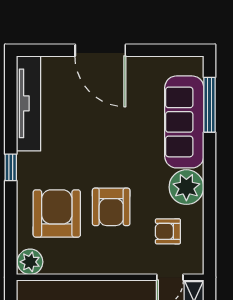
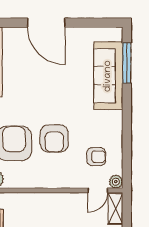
plant: (186, 187) -> (116, 182), moved, width x0.53, depth x0.53
armchair: (168, 231) -> (96, 157), turned 180

